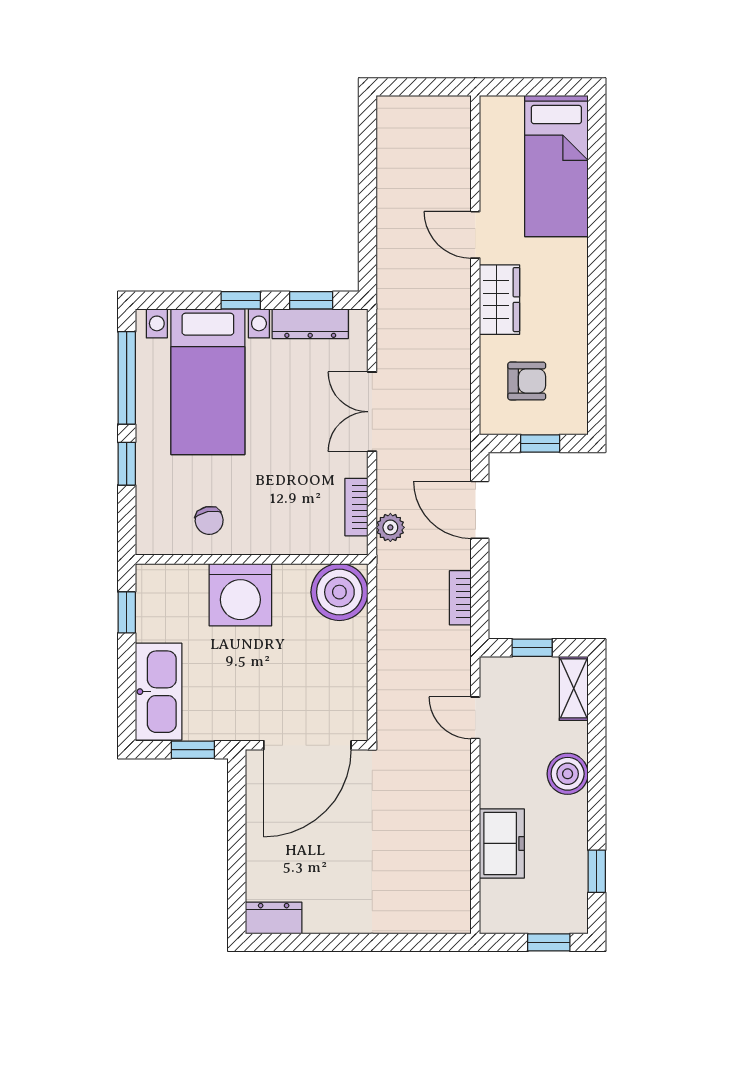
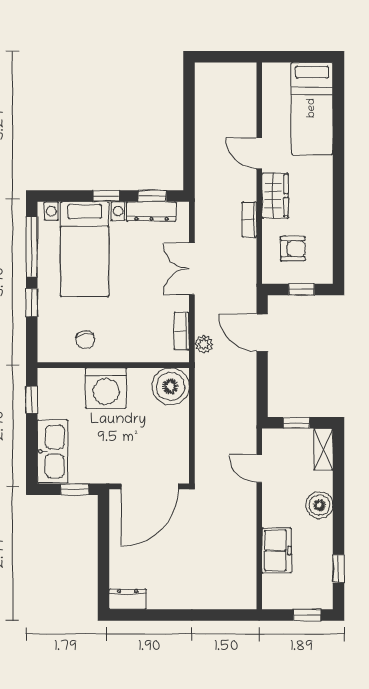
bookcase: (460, 598) -> (249, 220), moved

